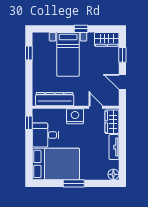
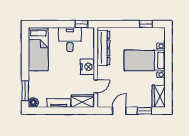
window: (81, 29) -> (168, 72), removed
bed: (56, 164) -> (38, 49), width x0.67
window: (74, 183) -> (25, 91), moved

